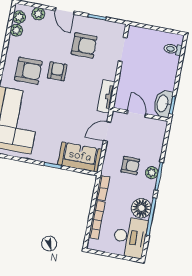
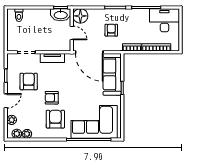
tv unit: (106, 96) -> (52, 58), moved
door: (136, 114) -> (72, 33), swing flipped
door: (107, 131) -> (89, 52), width x1.88
sofa: (80, 157) -> (112, 74), width x1.36
plant: (152, 173) -> (114, 13), removed
floor lamp: (141, 208) -> (80, 16), moved

